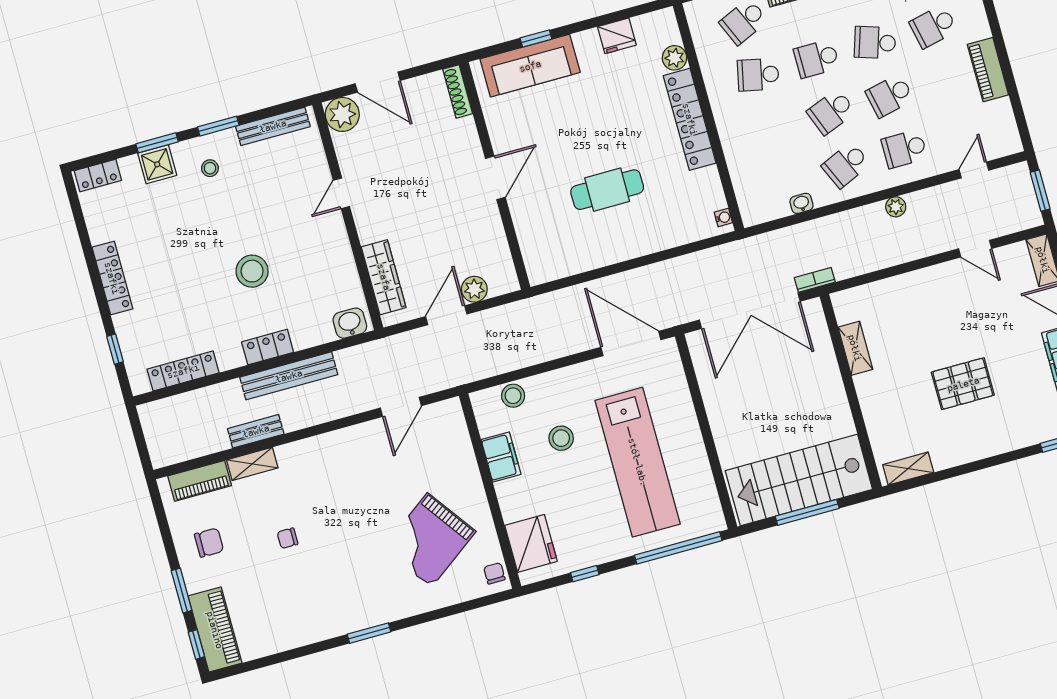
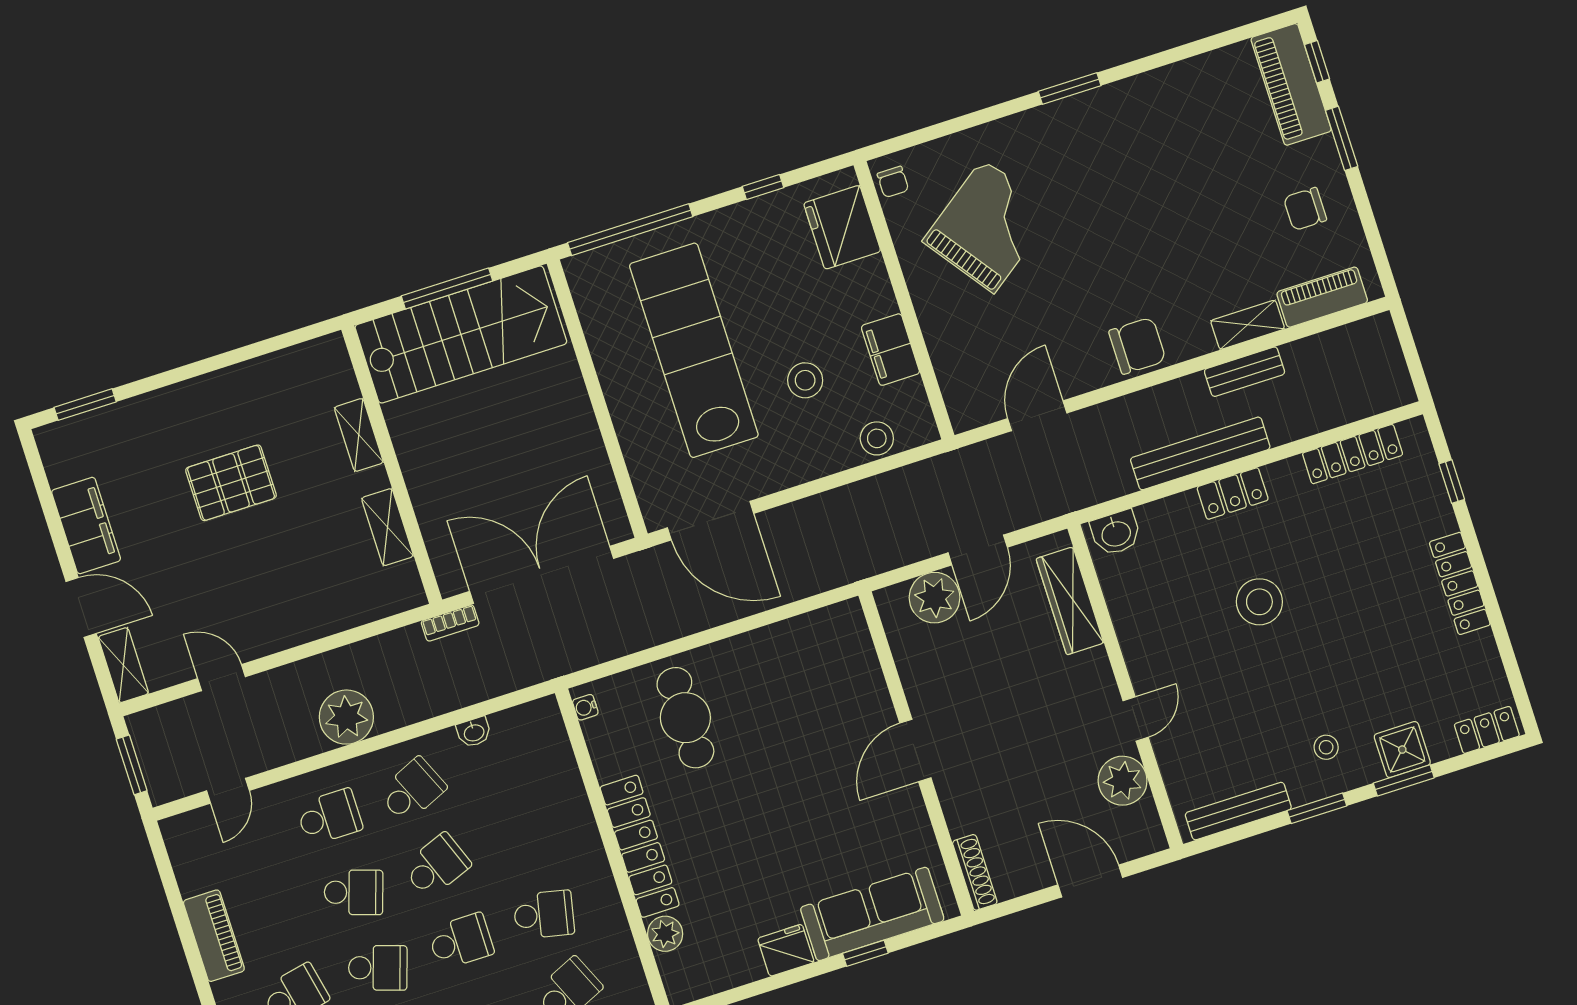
fridge: (617, 36) -> (786, 950), moved
school desk: (890, 96) -> (354, 892), turned 30
plant: (342, 114) -> (1123, 781), moved
cafe table: (607, 190) -> (685, 718), moved, turned 90
plant: (896, 207) -> (346, 717), width x1.88, depth x1.88
plant: (474, 289) -> (935, 598), width x1.36, depth x1.36
shelving: (908, 469) -> (359, 435), moved, turned 90
chair: (287, 538) -> (1137, 346), moved, width x1.87, depth x1.87

